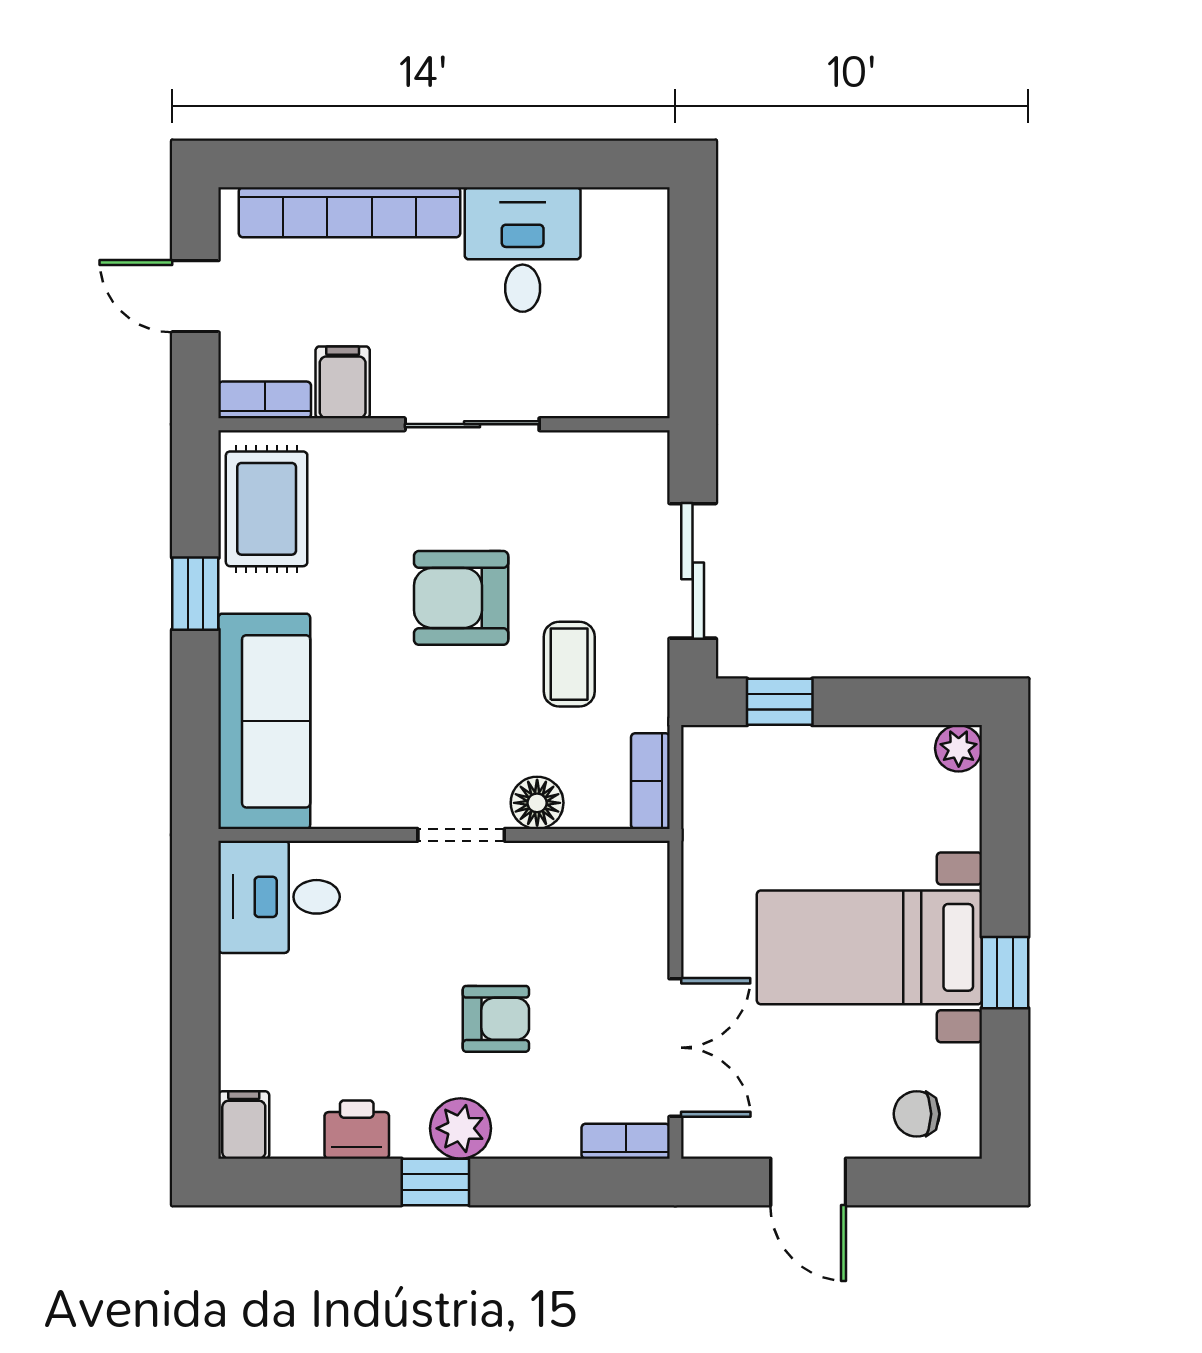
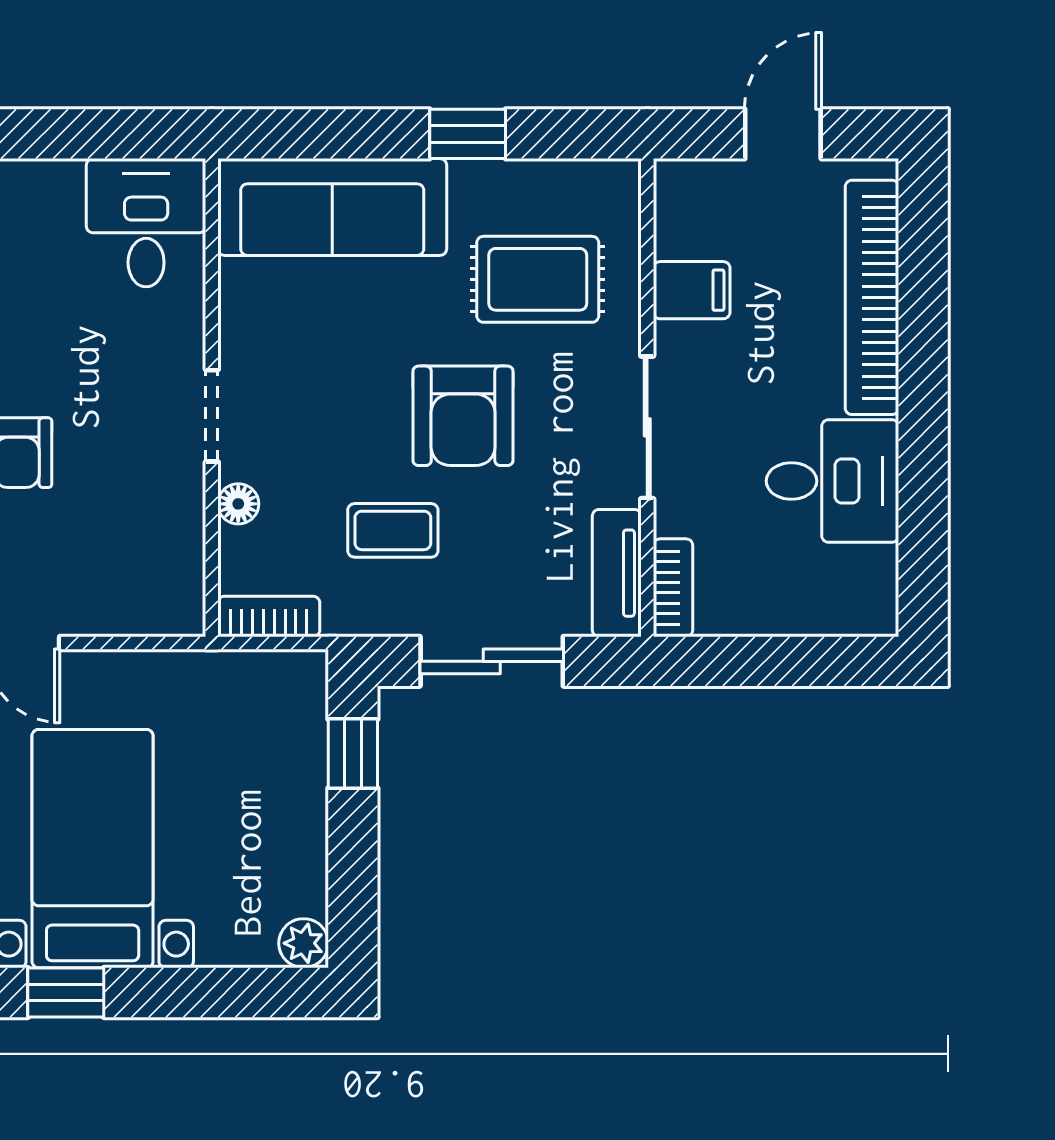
bookcase: (265, 400) -> (673, 588), moved
tv unit: (609, 453) -> (617, 573), added
rug: (267, 509) -> (538, 279), moved
armchair: (461, 598) -> (463, 416), turned 180
floor lamp: (537, 803) -> (238, 504), width x0.73, depth x0.73

